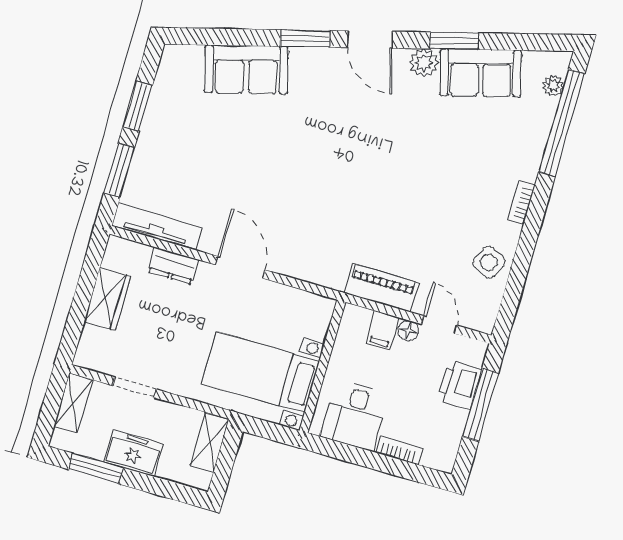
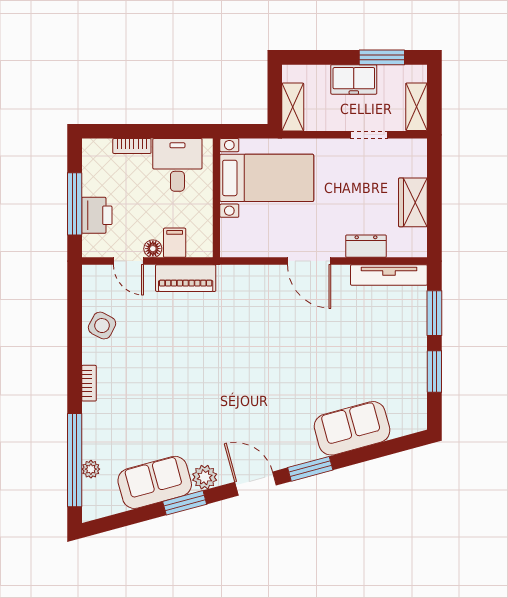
plant: (553, 86) -> (91, 469), moved

